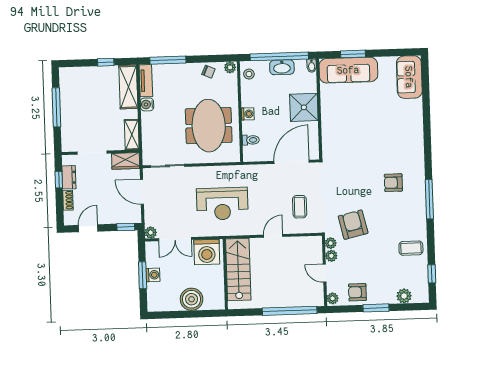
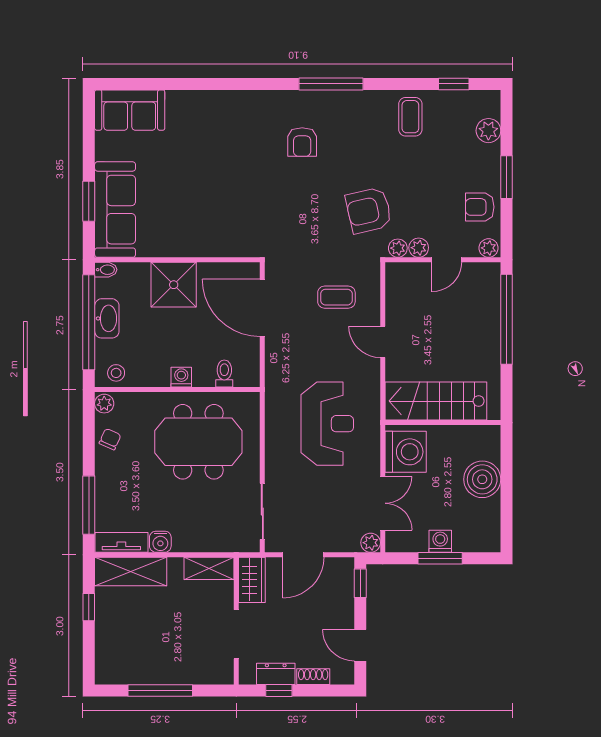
armchair: (357, 292) -> (480, 207), turned 90

